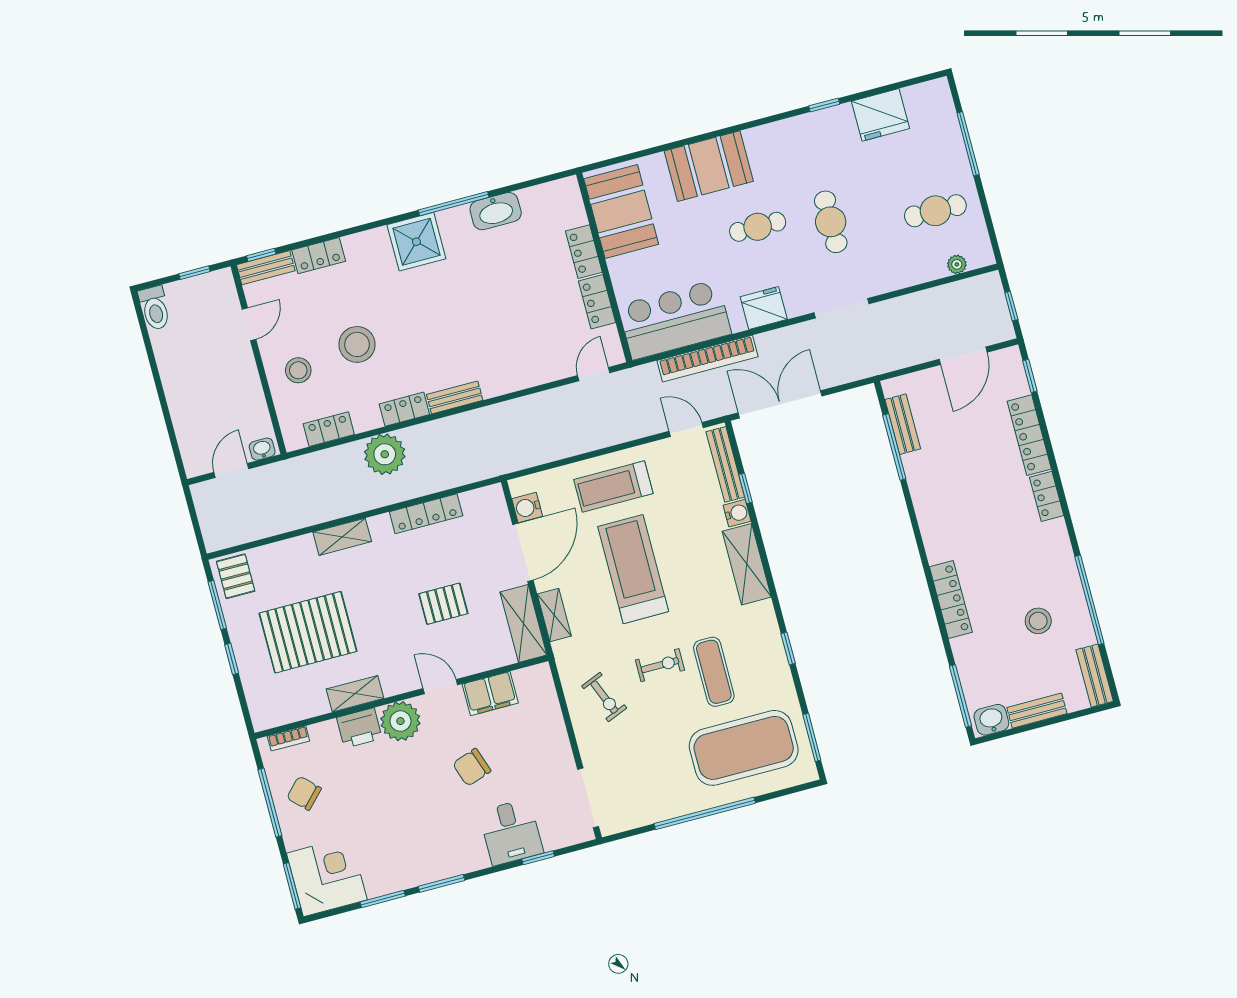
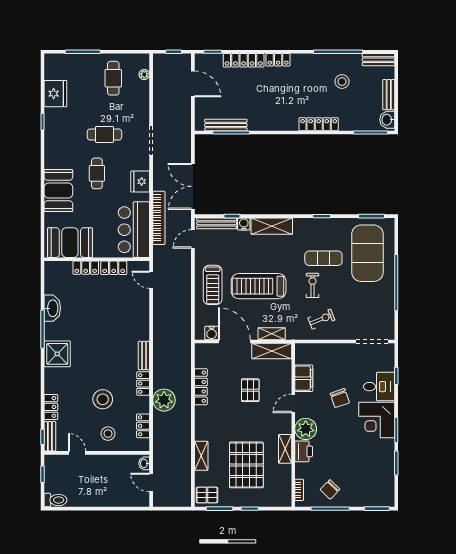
bench: (903, 424) -> (226, 125), width x1.36
shelving: (342, 537) -> (201, 456), moved
corner desk: (327, 876) -> (377, 420), moved, turned -90

